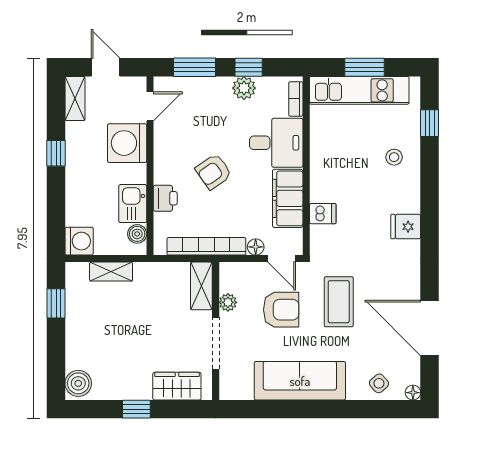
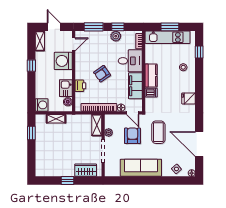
kitchen counter: (323, 176) -> (151, 76), added
armchair: (281, 310) -> (132, 136), turned -90
boiler: (78, 383) -> (41, 169), removed

